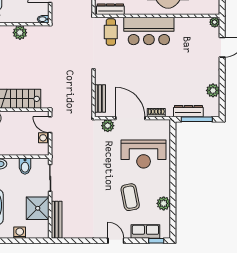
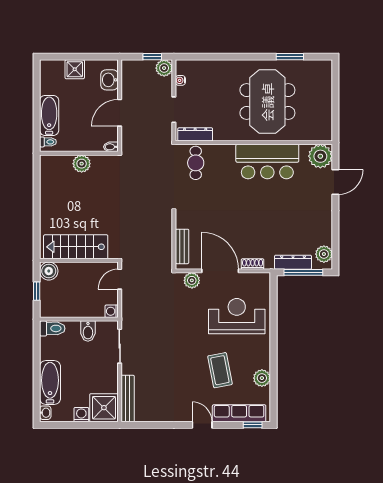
plant: (215, 22) -> (320, 156), width x1.88, depth x1.88
bar counter: (149, 31) -> (267, 162), moved
plant: (213, 90) -> (324, 254), moved
door: (50, 125) -> (120, 279), hinge flipped
washing machine: (44, 138) -> (112, 311), moved
reception desk: (144, 154) -> (237, 316), turned 180
shower: (38, 208) -> (104, 408), moved
row of seats: (145, 231) -> (239, 413), width x1.48

